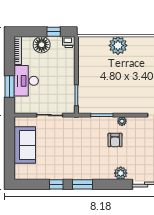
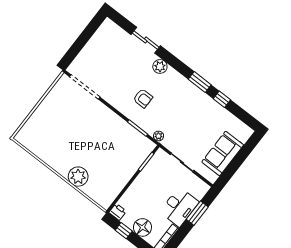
plant: (122, 121) -> (159, 136), moved
armchair: (115, 140) -> (143, 98), turned 90

